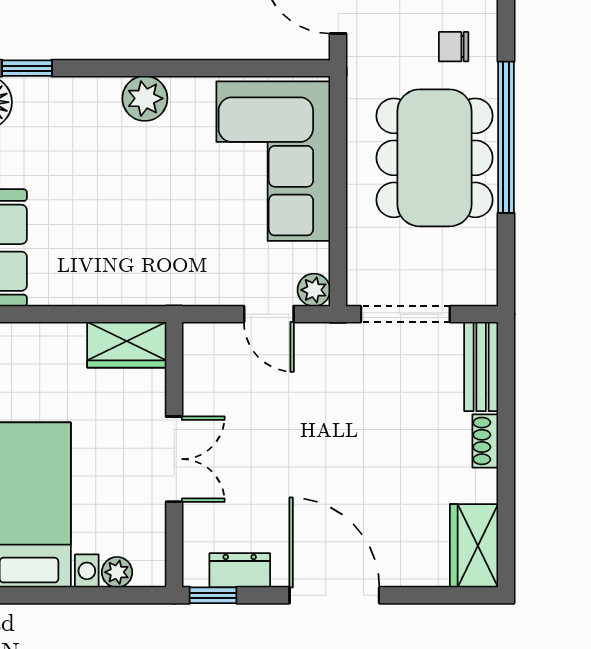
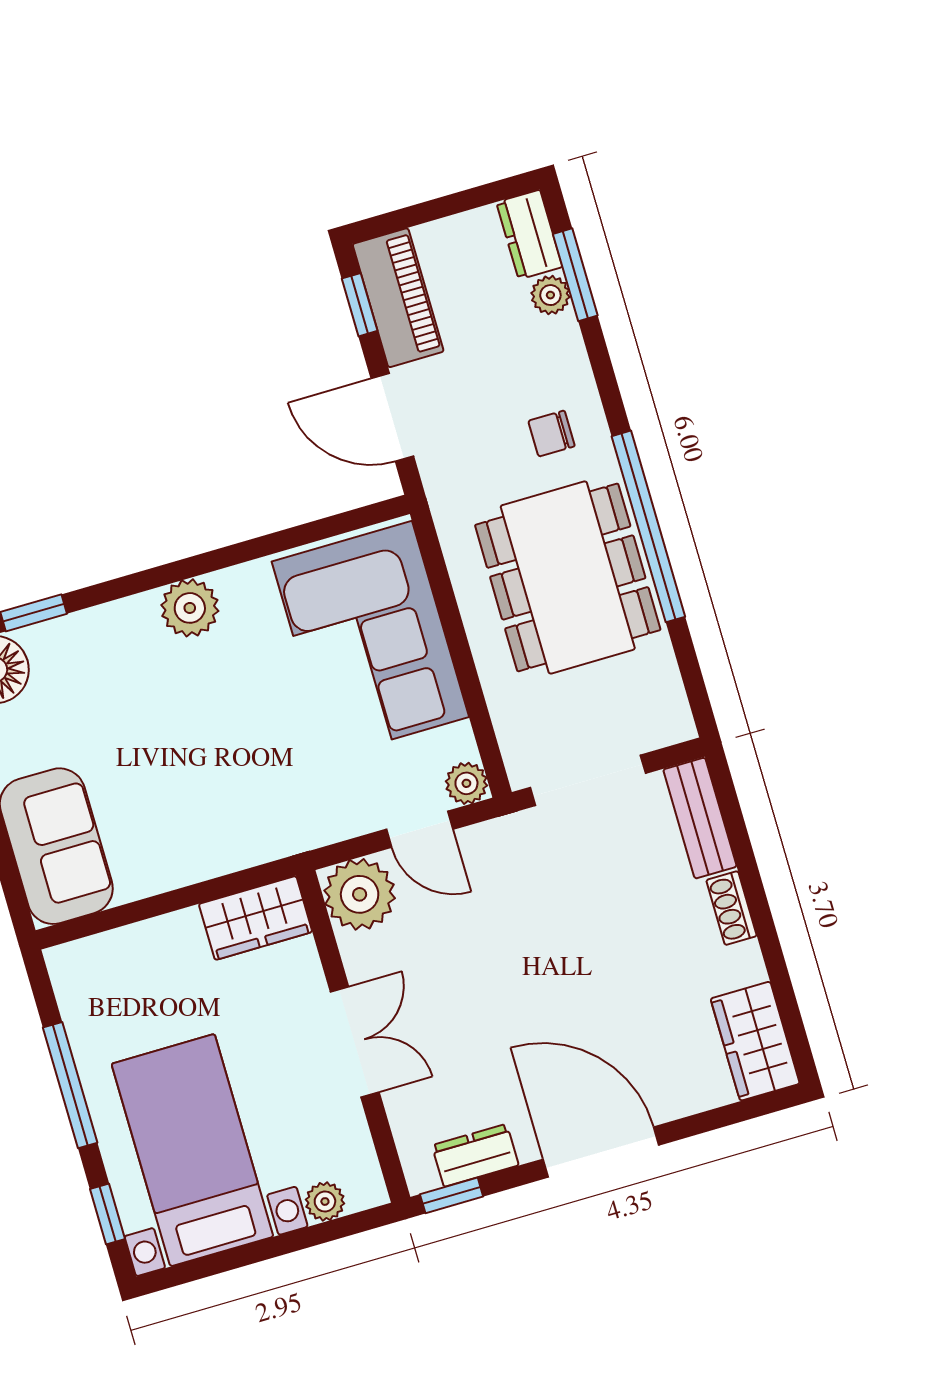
plant: (210, 350) -> (360, 894), added

